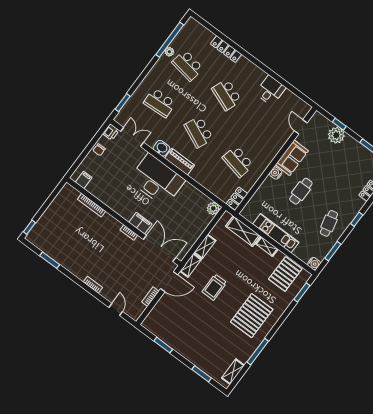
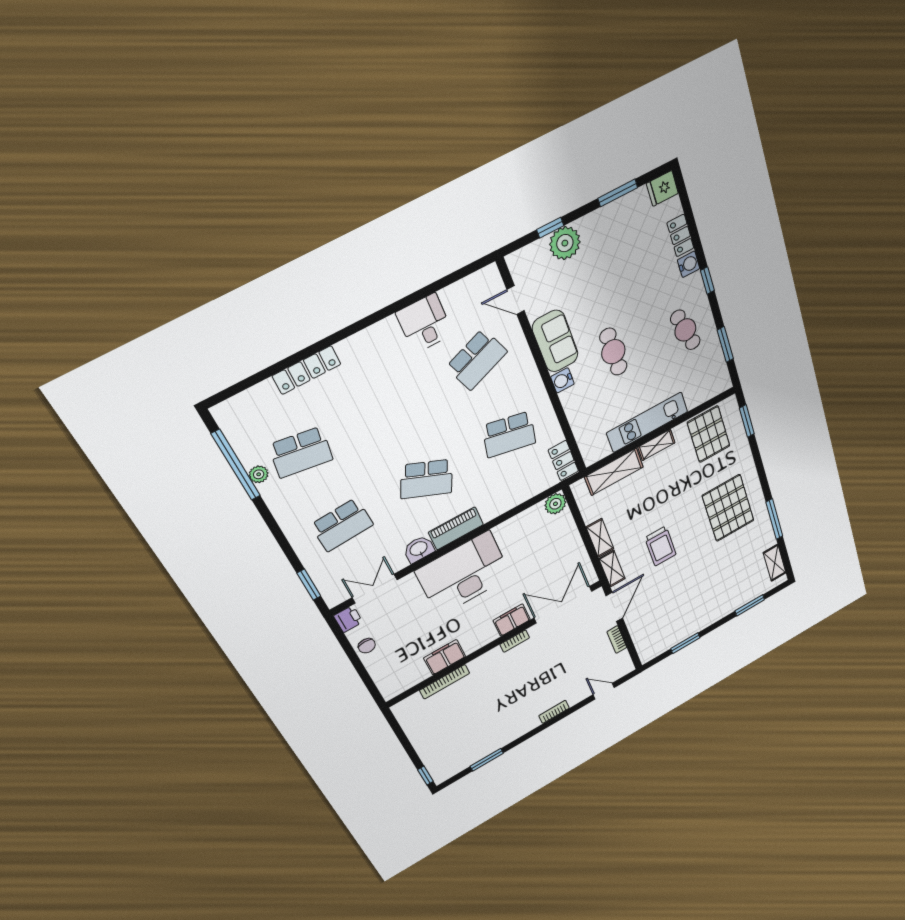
school desk: (227, 95) -> (477, 359), moved, turned -42
filing cabinet: (84, 180) -> (445, 657), moved, width x2.00
water cooler: (314, 264) -> (689, 264), moved

